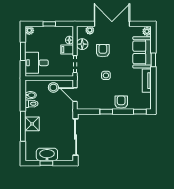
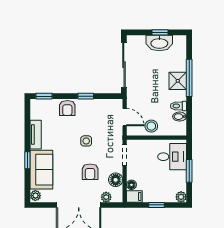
filing cabinet: (67, 50) -> (134, 196), moved

